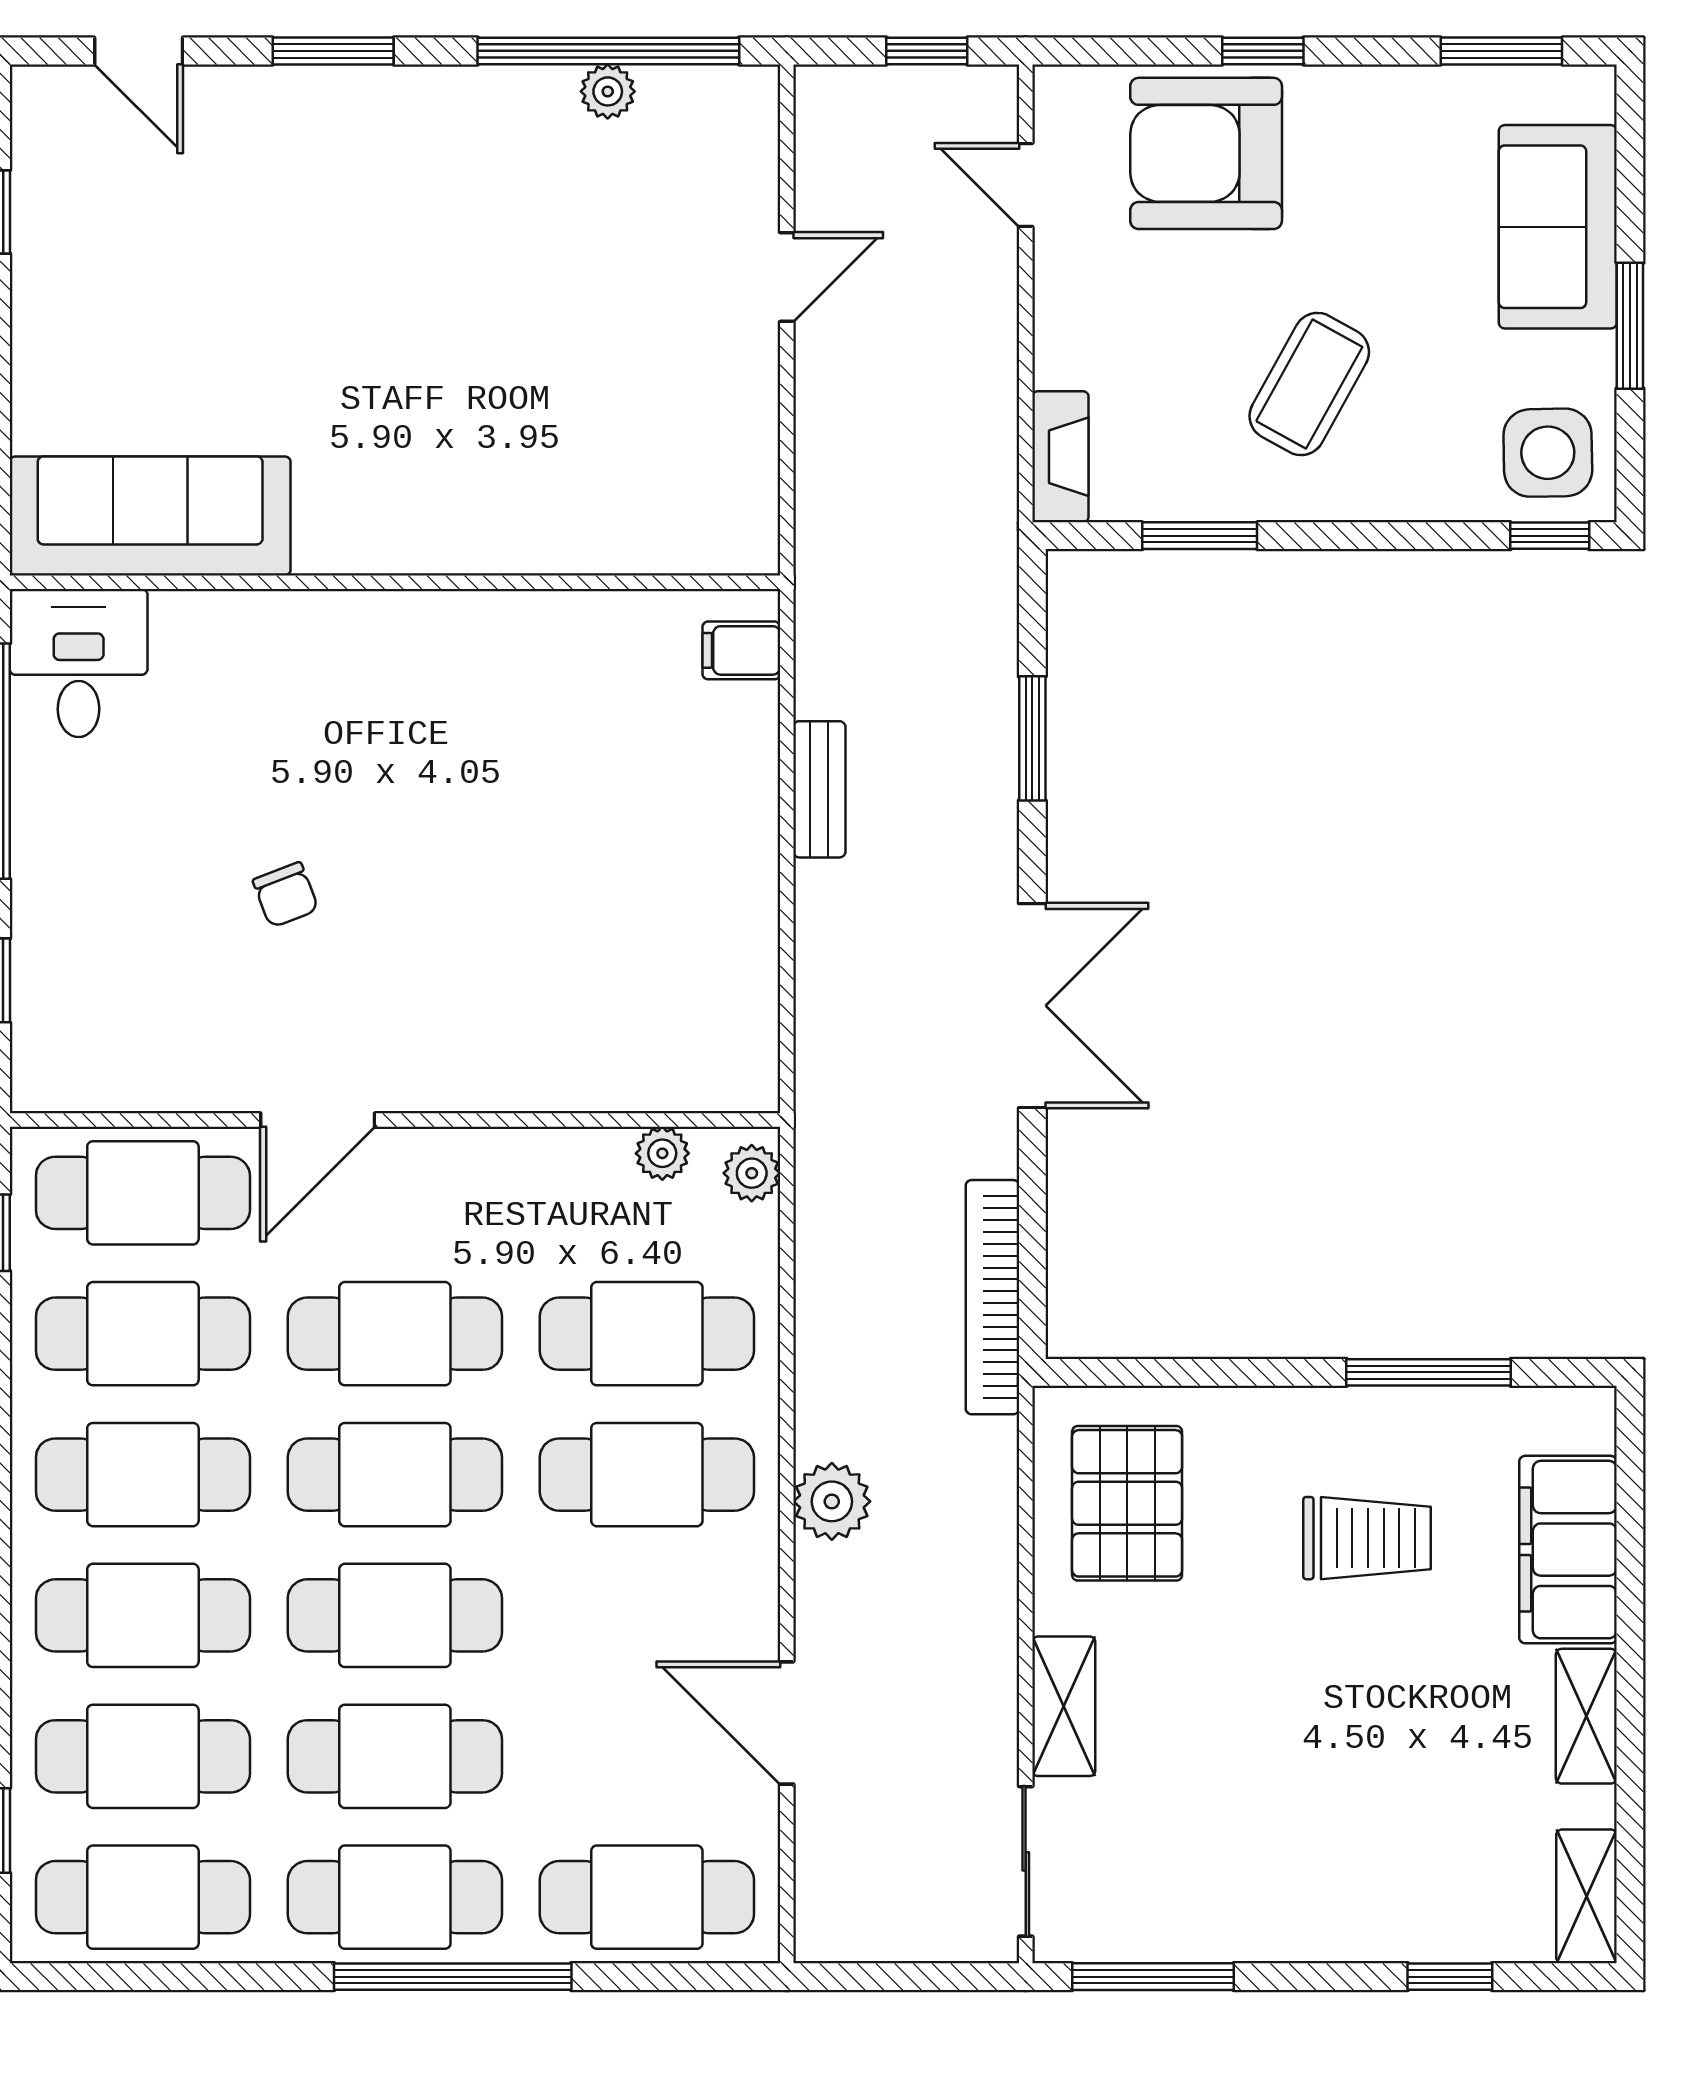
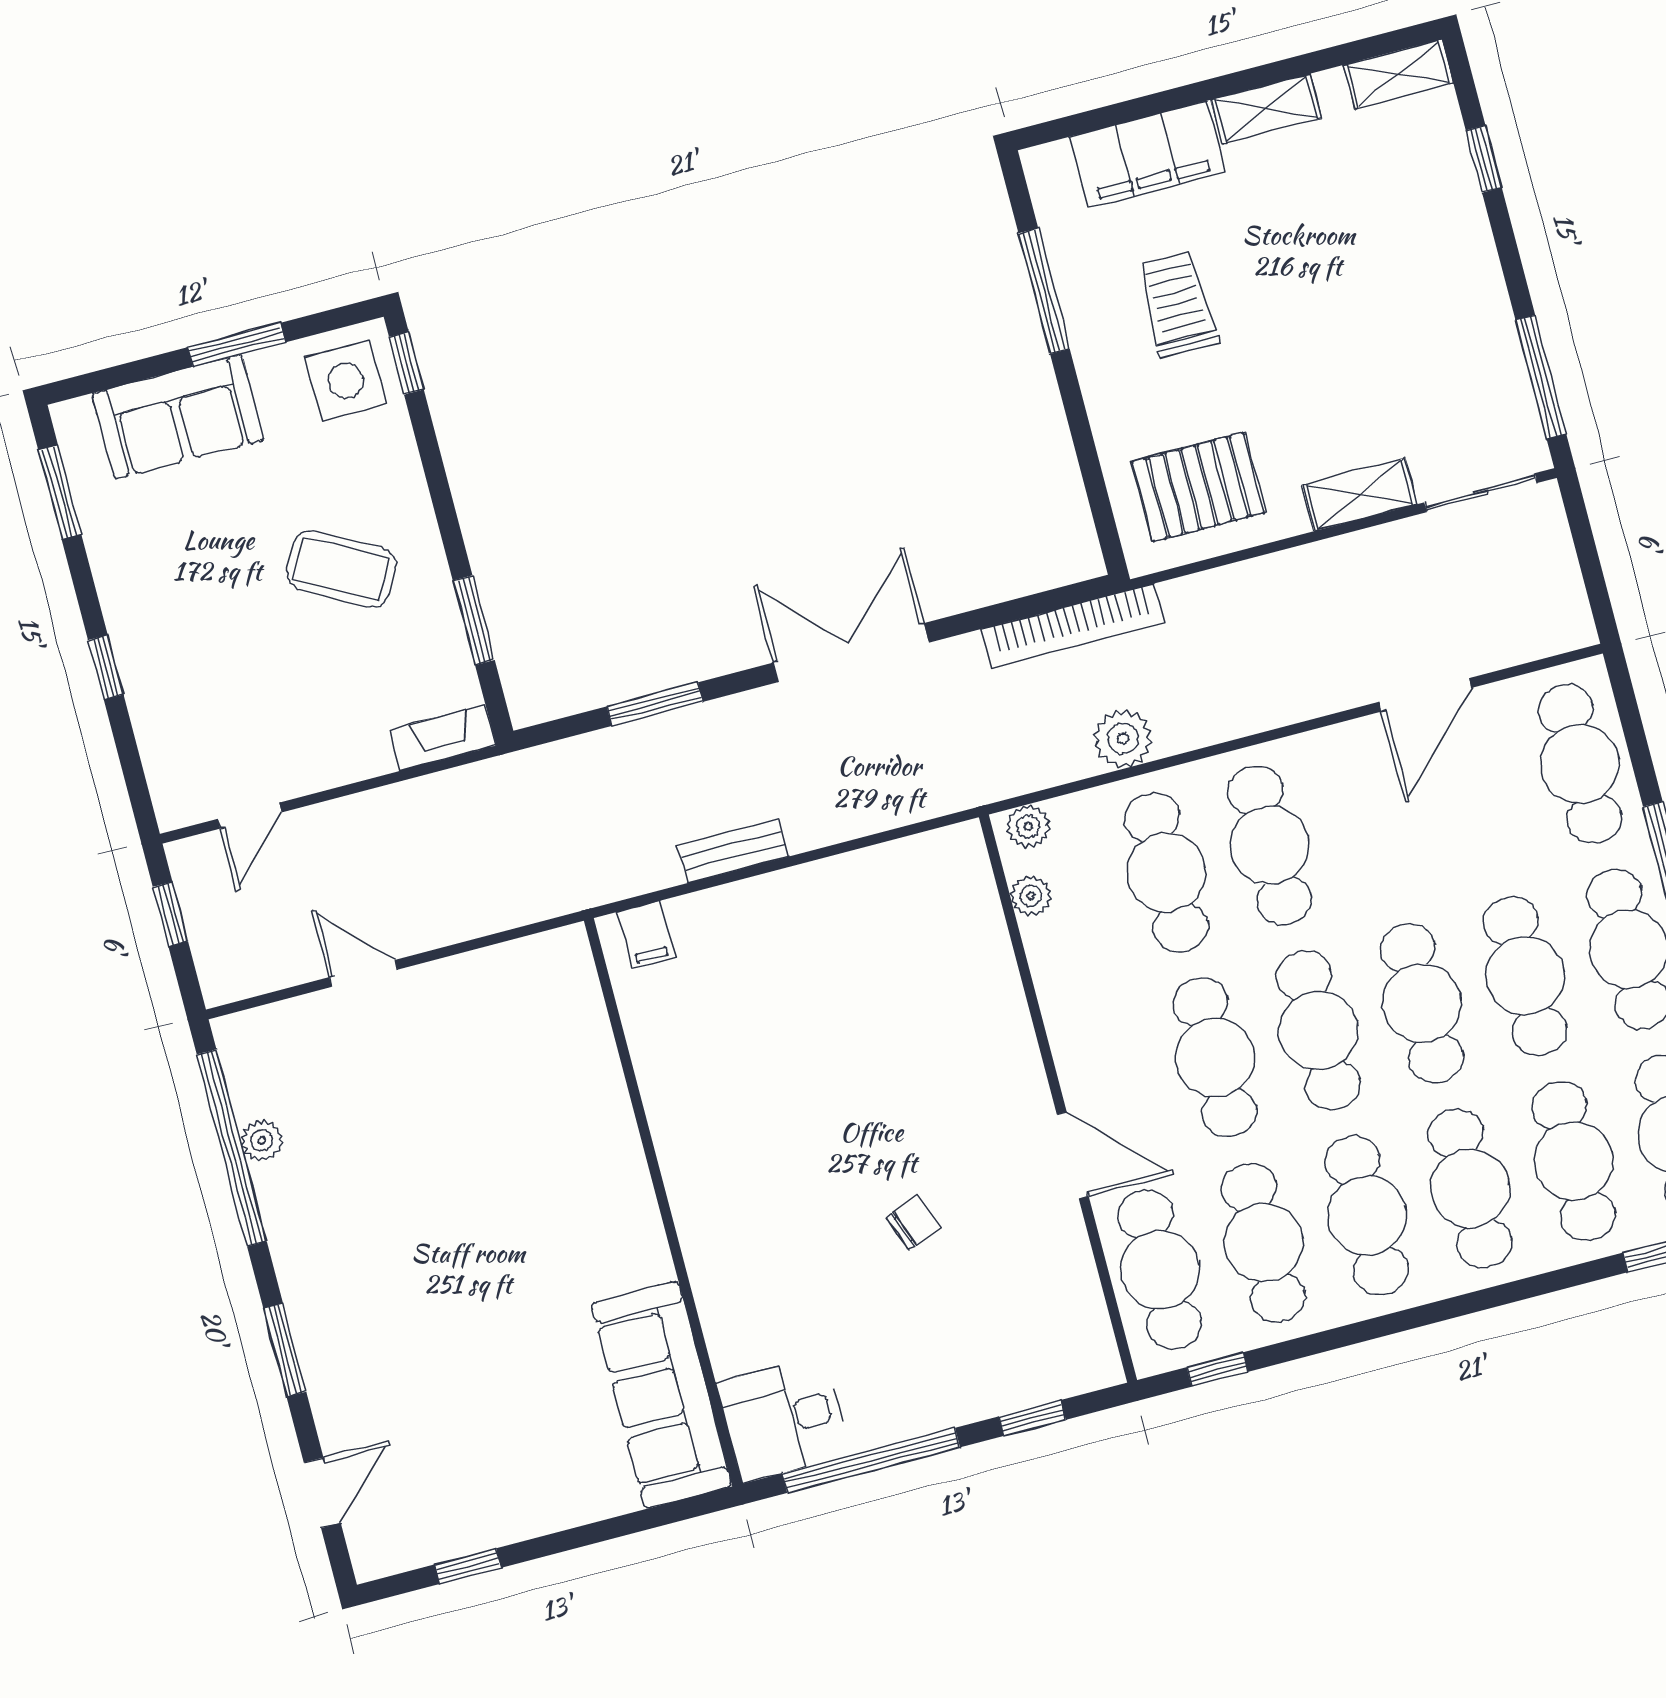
armchair: (1206, 153) -> (192, 689), removed
plant: (832, 1501) -> (1123, 739), moved

